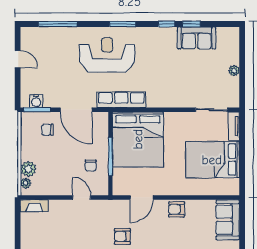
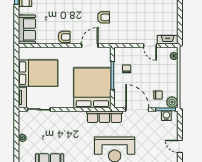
plant: (28, 169) -> (172, 102), moved
door: (82, 198) -> (150, 46), moved

